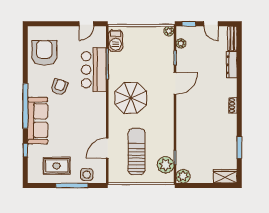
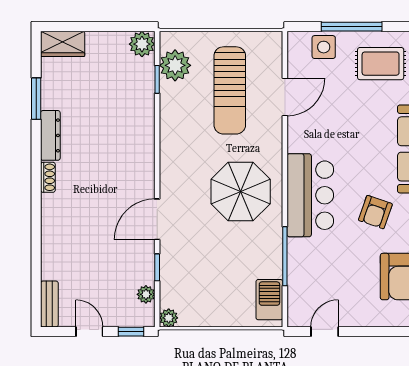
dresser: (232, 65) -> (50, 135), moved
bar counter: (94, 70) -> (310, 195), moved

